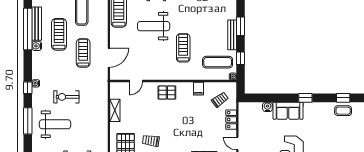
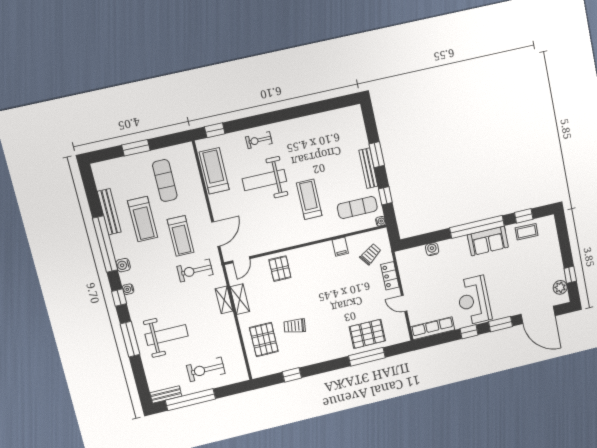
window: (28, 29) -> (105, 244), moved
treadmill: (59, 34) -> (143, 219), turned 180
water cooler: (37, 46) -> (123, 265), moved
treadmill: (83, 53) -> (181, 236), turned 180
door: (136, 81) -> (241, 260), moved
pallet: (167, 93) -> (280, 269), moved, turned 90
exercise bike: (66, 97) -> (195, 271), moved
window: (305, 98) -> (477, 227), width x3.17
shelving: (103, 108) -> (224, 300), added
sofa: (288, 111) -> (488, 241), moved

